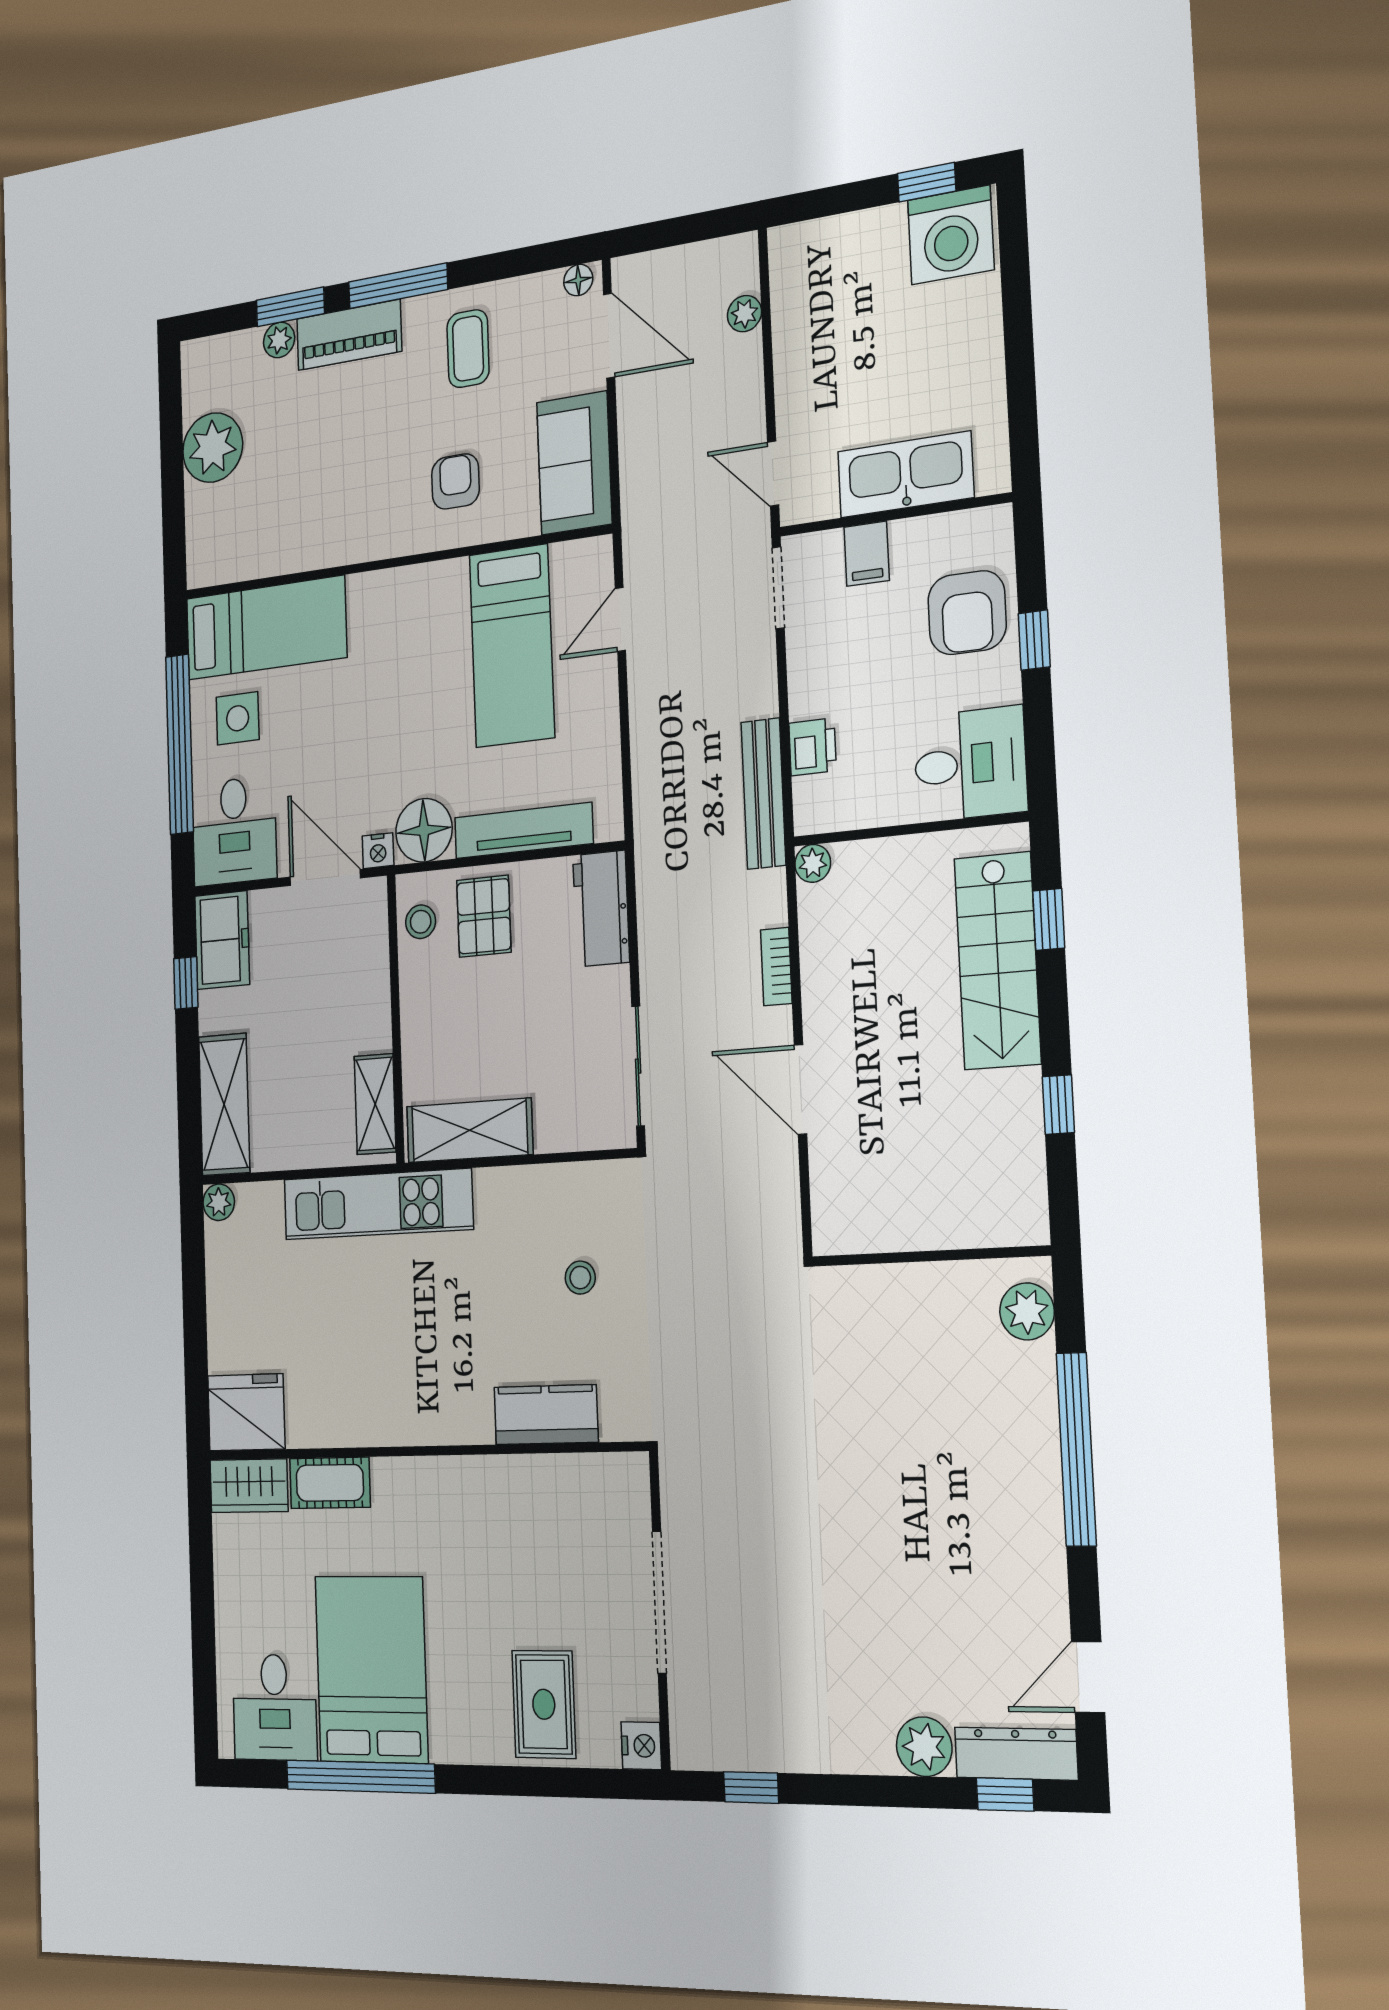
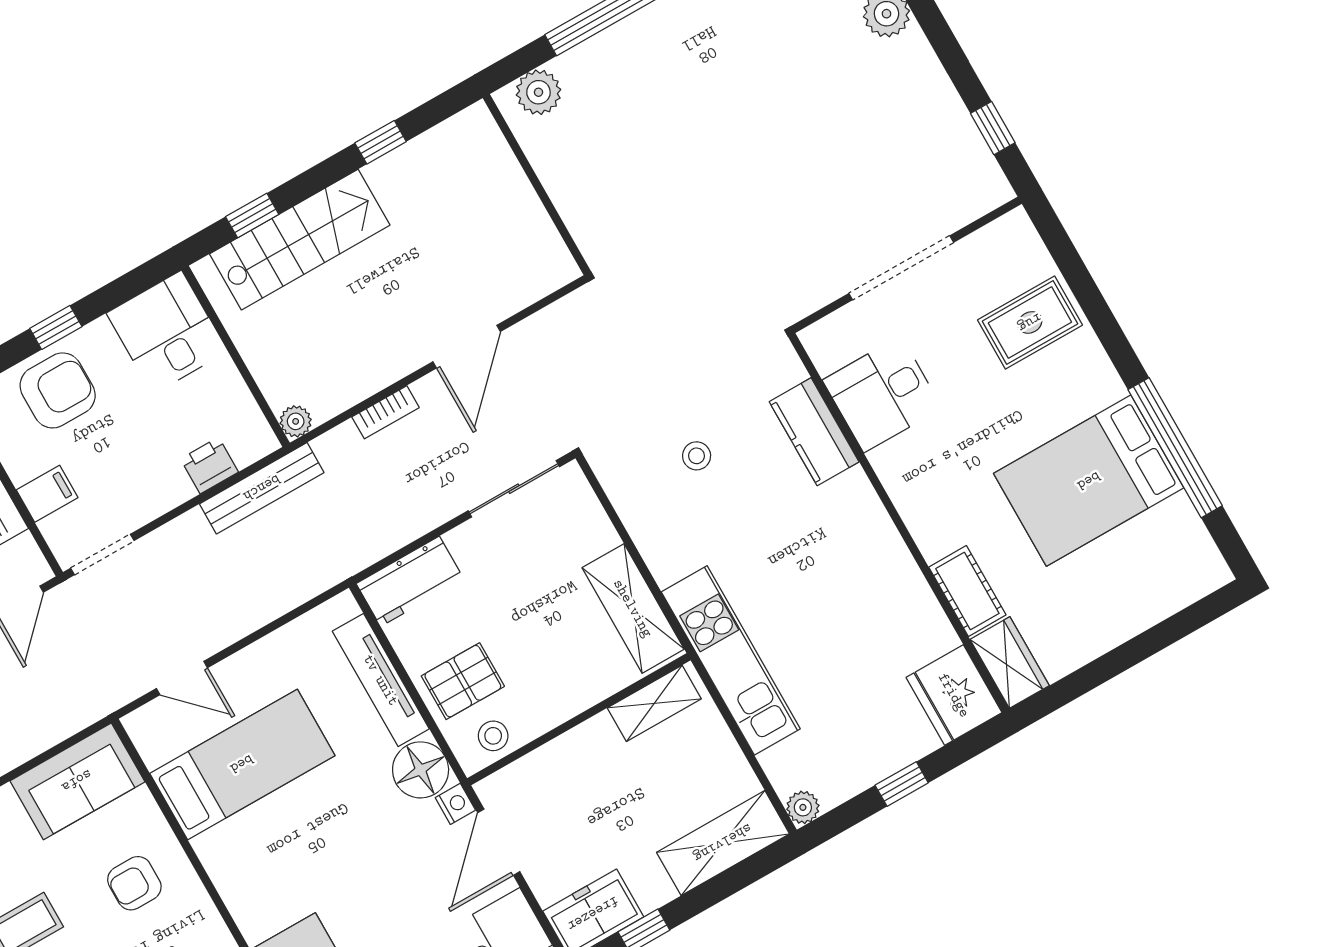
window: (195, 1313) -> (902, 784), added
desk: (275, 1707) -> (882, 394), moved, turned 180
nightstand: (641, 1746) -> (1014, 229), removed

